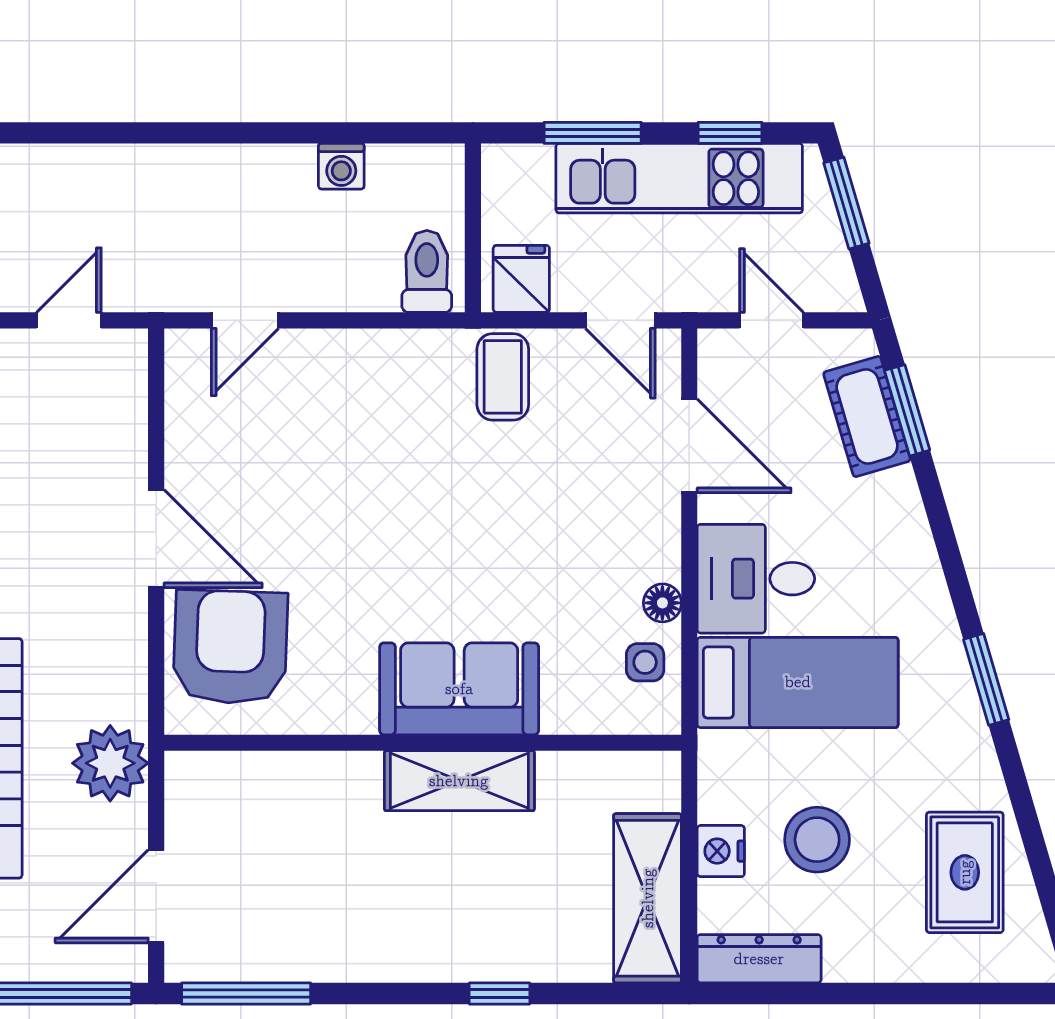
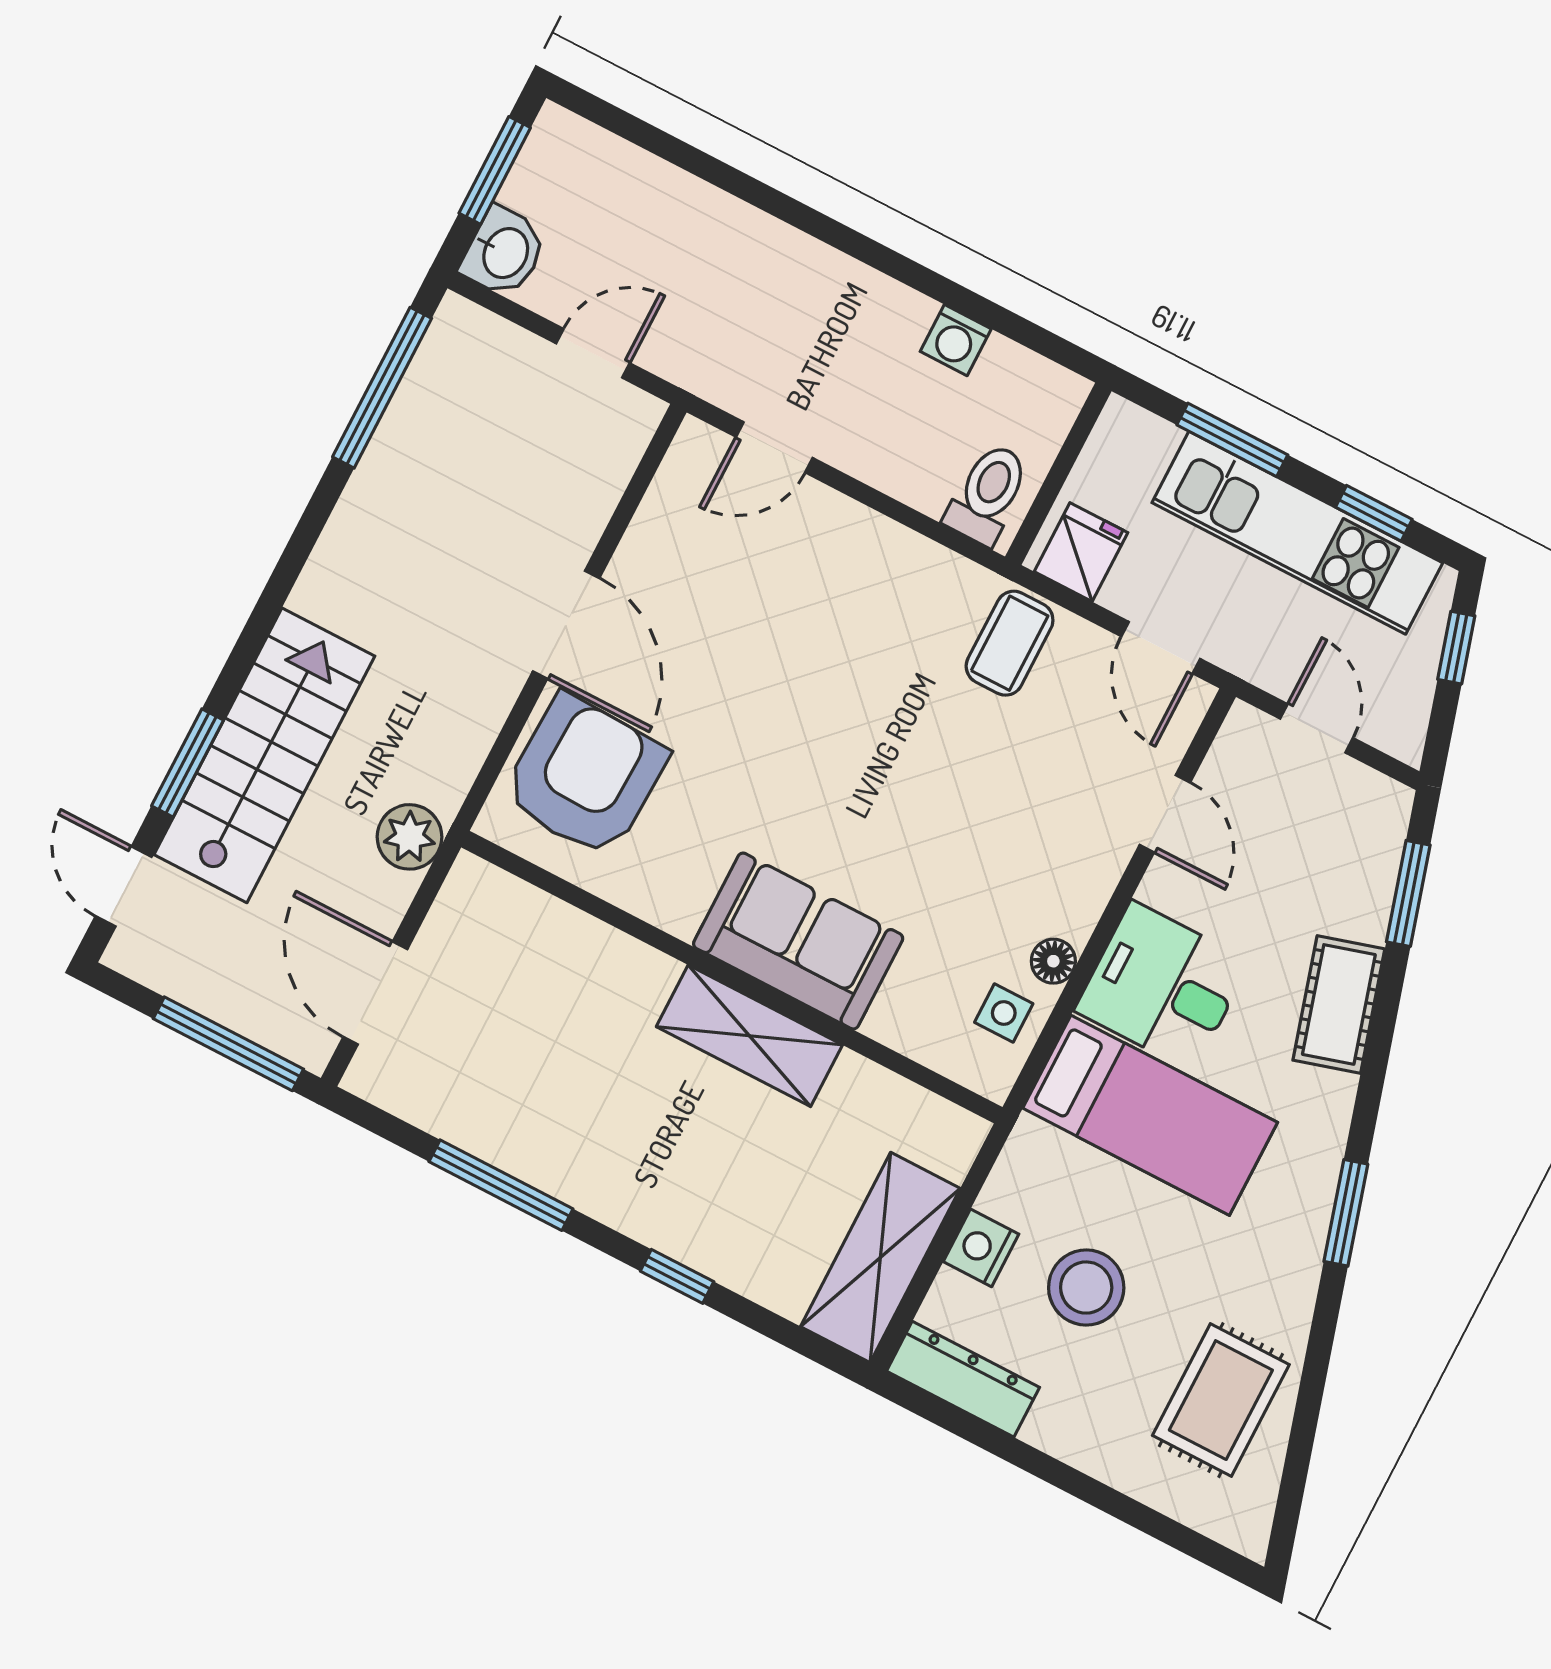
window: (846, 203) -> (1456, 648), width x0.67
cot: (867, 416) -> (1339, 1004), moved
door: (689, 446) -> (1165, 814), width x0.73
plant: (110, 763) -> (409, 837), width x0.73, depth x0.73
door: (156, 896) -> (375, 993), hinge flipped
window: (246, 994) -> (501, 1185), moved

